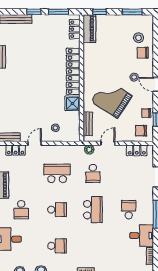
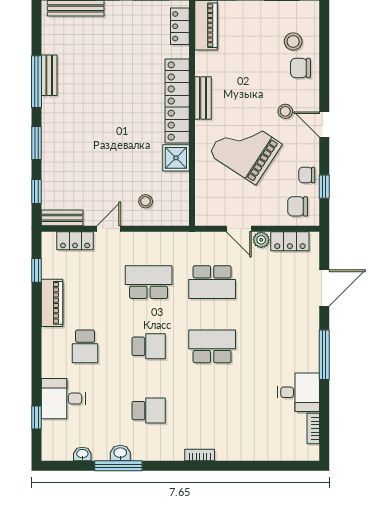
bench: (88, 124) -> (203, 98), moved
door: (108, 143) -> (239, 229), swing flipped
plant: (89, 150) -> (261, 240), moved
school desk: (93, 173) -> (212, 282), width x1.85
school desk: (93, 210) -> (212, 346), turned -90
school desk: (129, 210) -> (276, 346), removed

